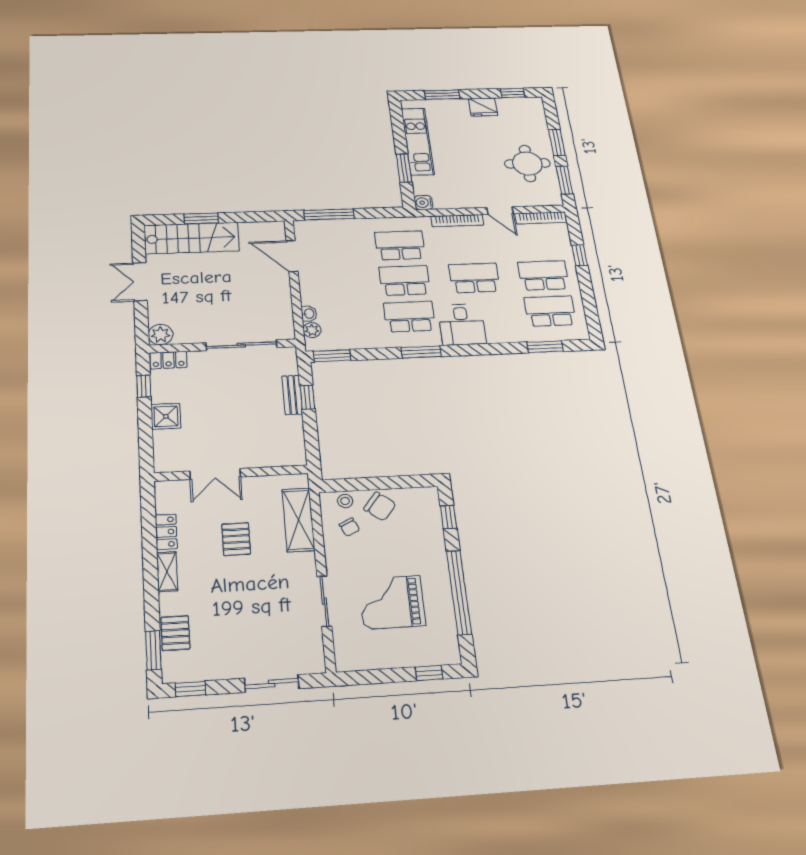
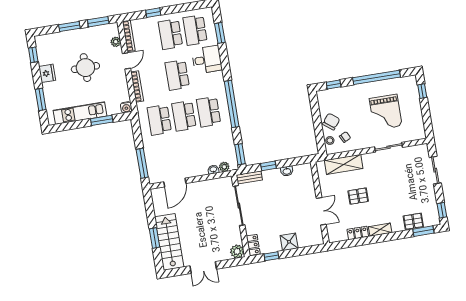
round table: (527, 163) -> (85, 68), moved
plant: (532, 200) -> (116, 42), added
desk: (462, 324) -> (207, 60), moved
window: (421, 352) -> (232, 104), width x2.11
bench: (292, 395) -> (249, 177), moved
washbasin: (295, 425) -> (287, 171), added

